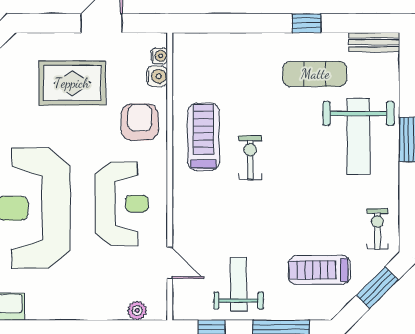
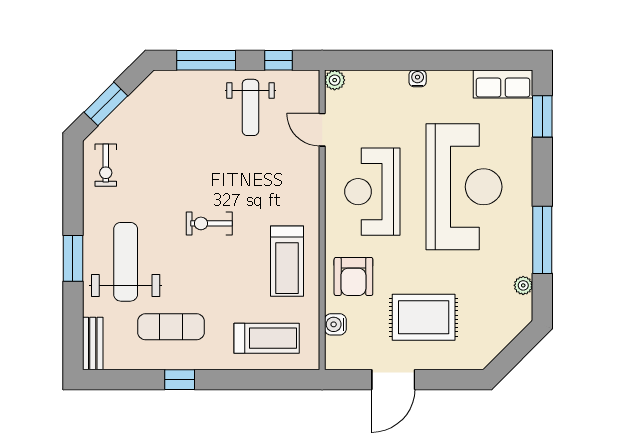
bench: (374, 42) -> (93, 343), moved, turned 90
water cooler: (159, 56) -> (418, 78), moved, turned 90
exercise bike: (250, 158) -> (209, 223), moved, turned 90
treadmill: (319, 270) -> (267, 338), moved
plant: (137, 311) -> (335, 80), moved

